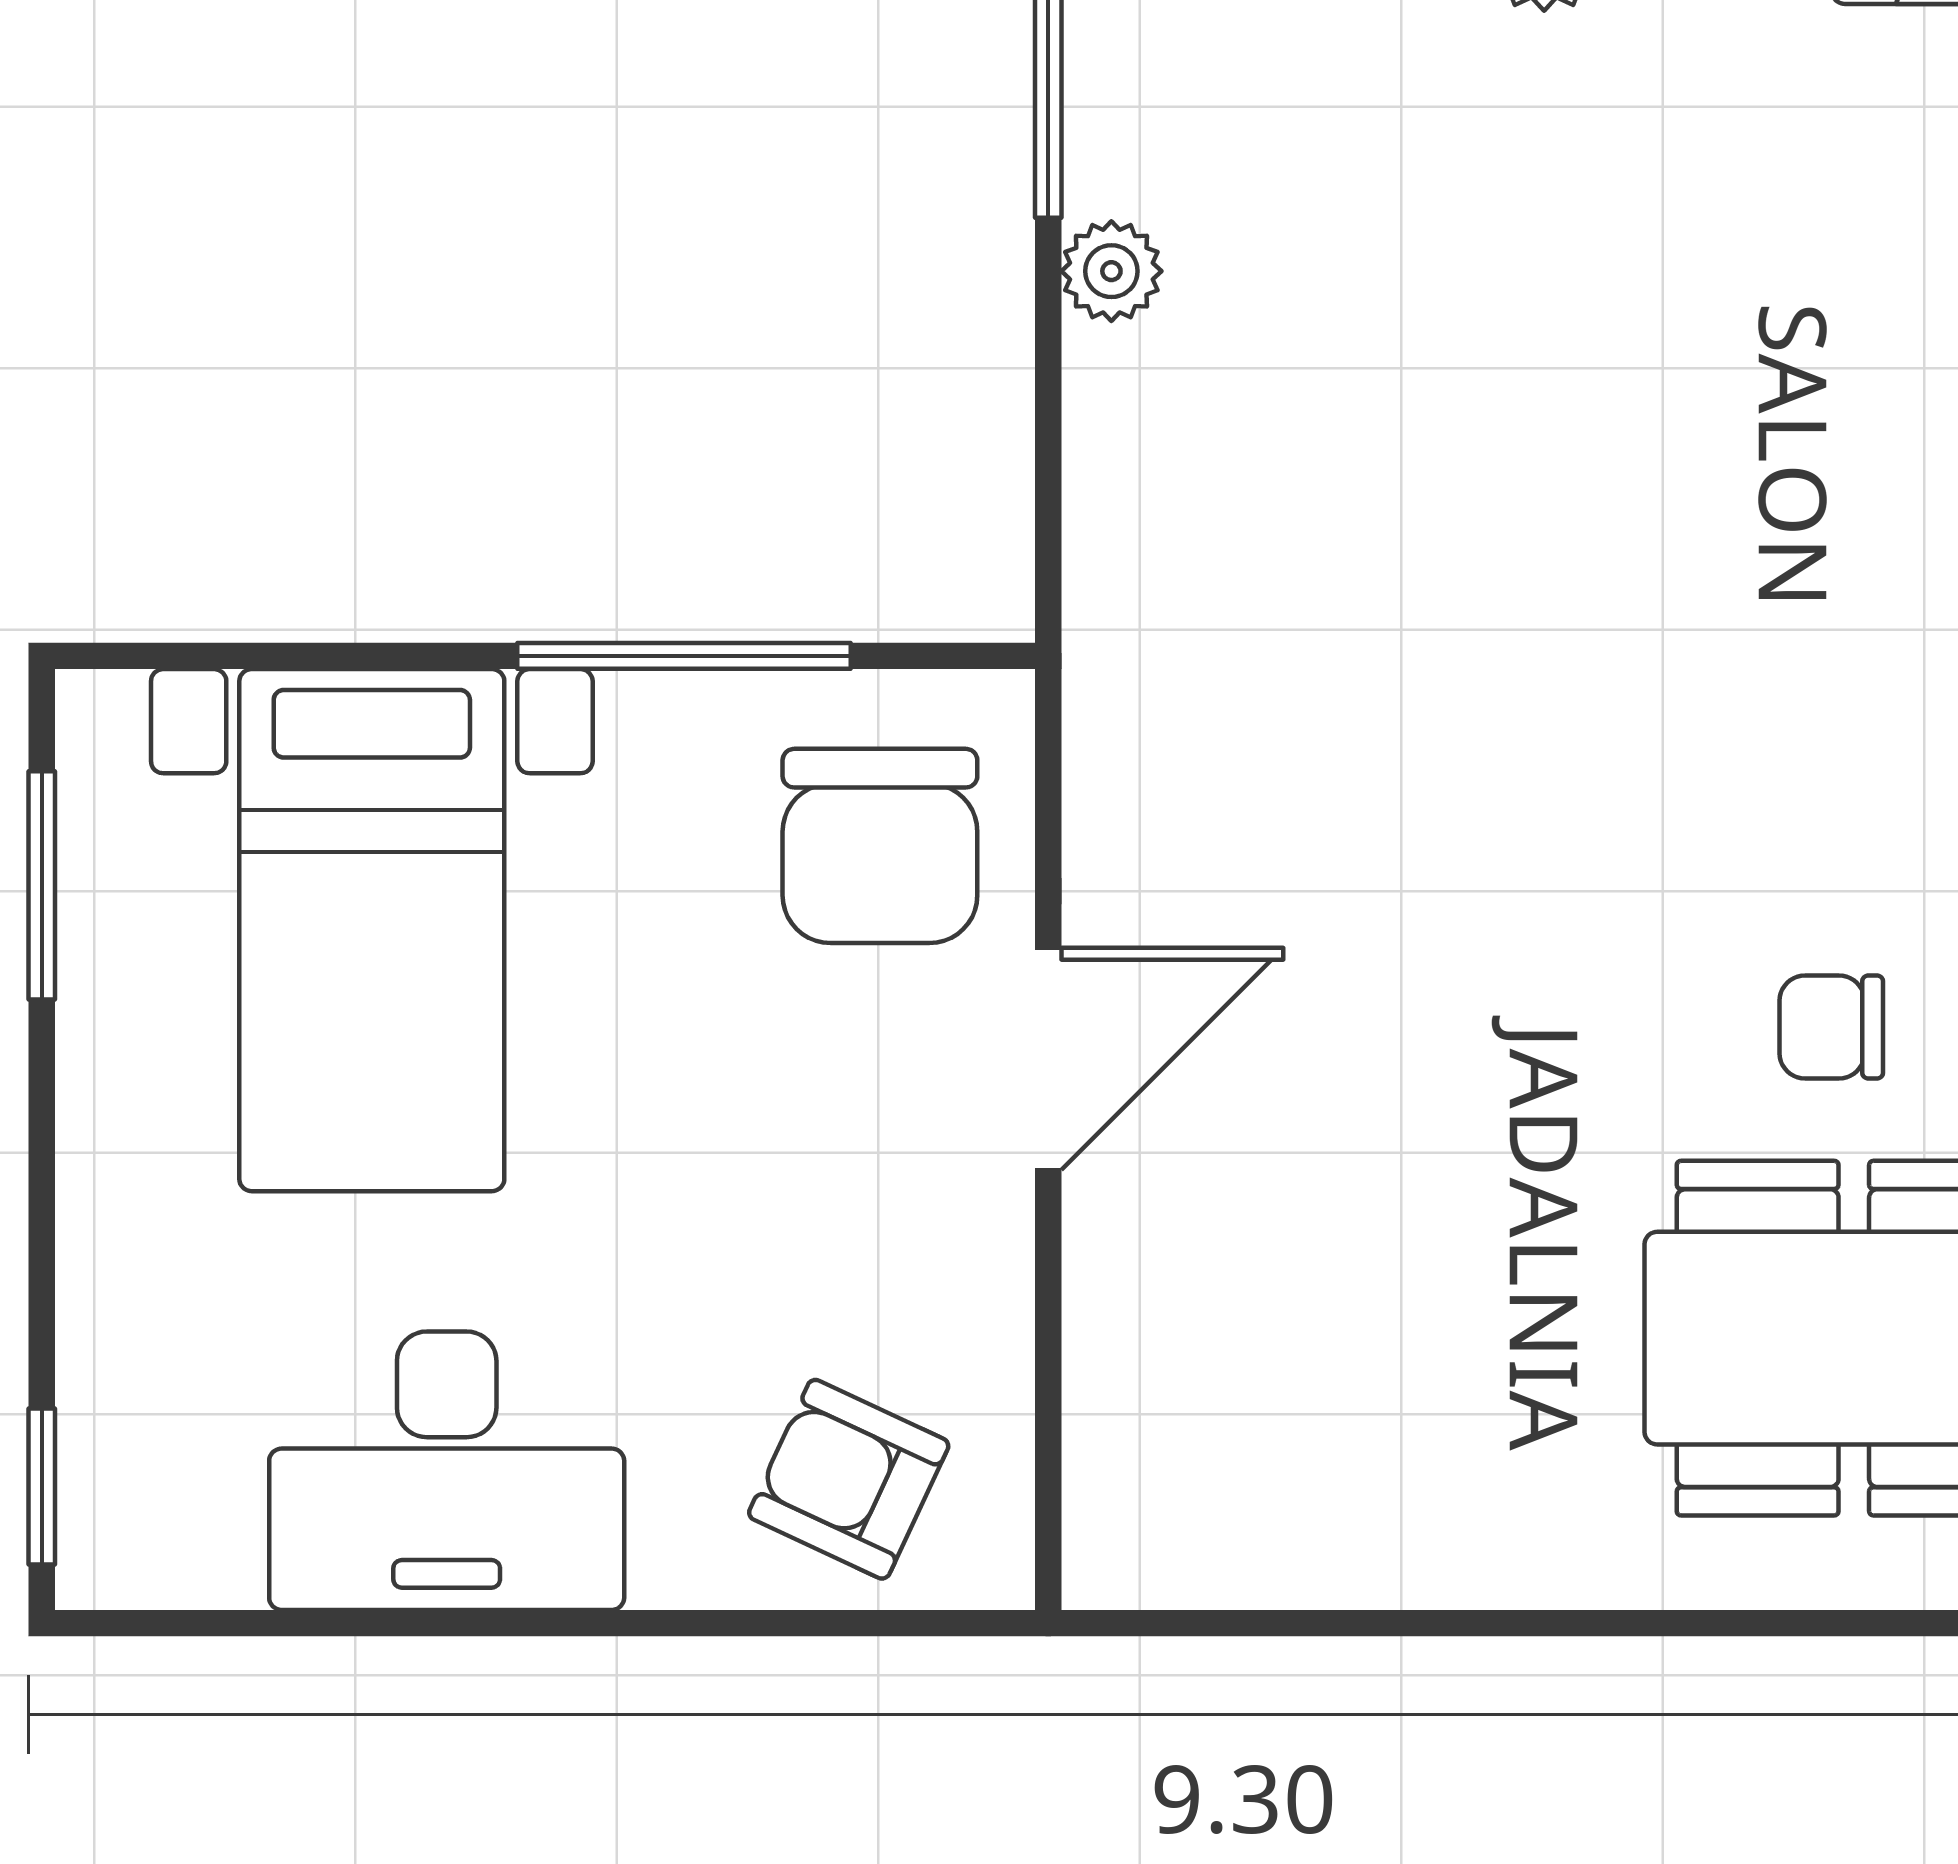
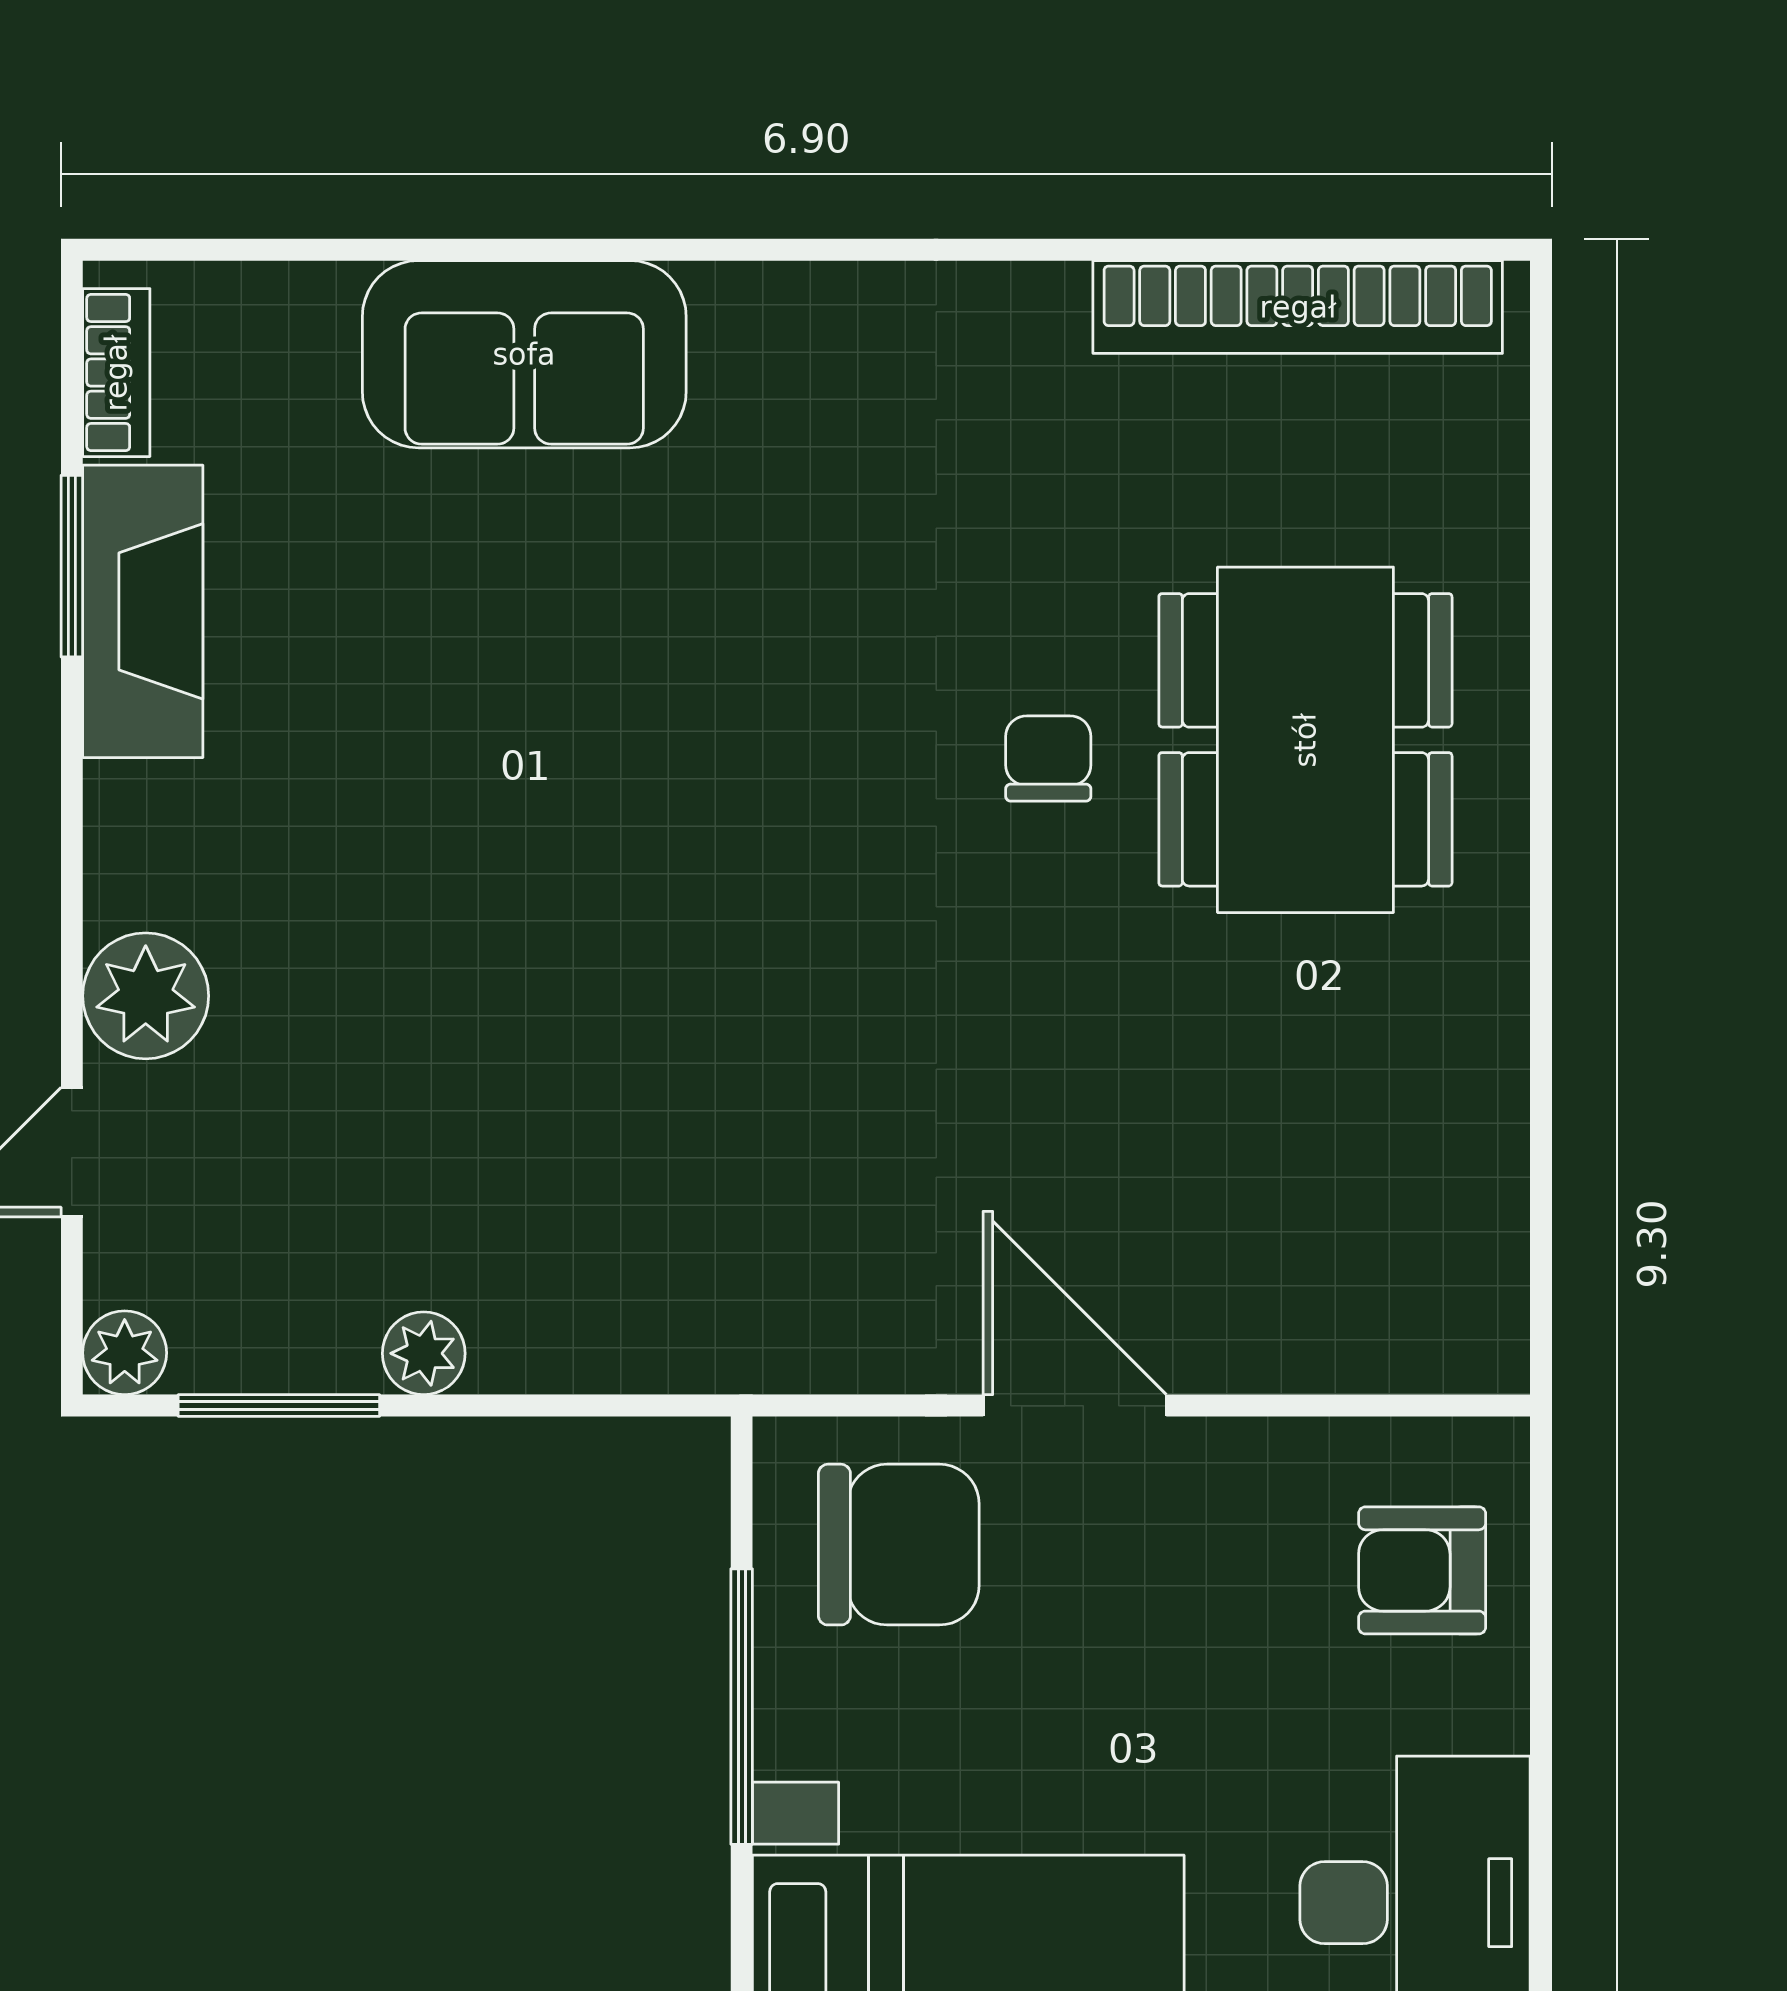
chair: (1831, 1027) -> (1048, 758), turned 180
armchair: (849, 1479) -> (1422, 1570), turned 65

